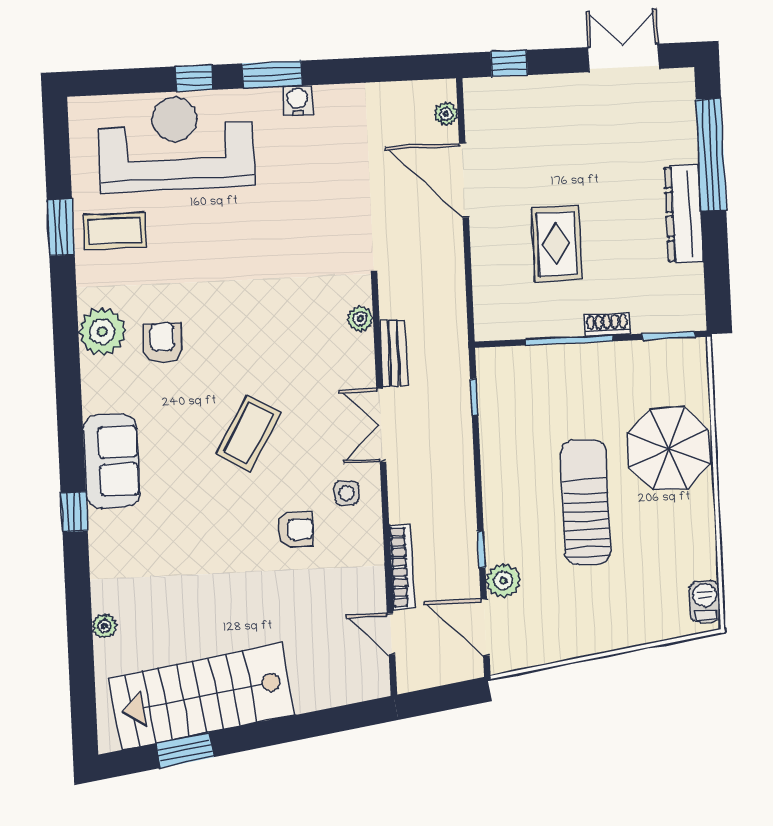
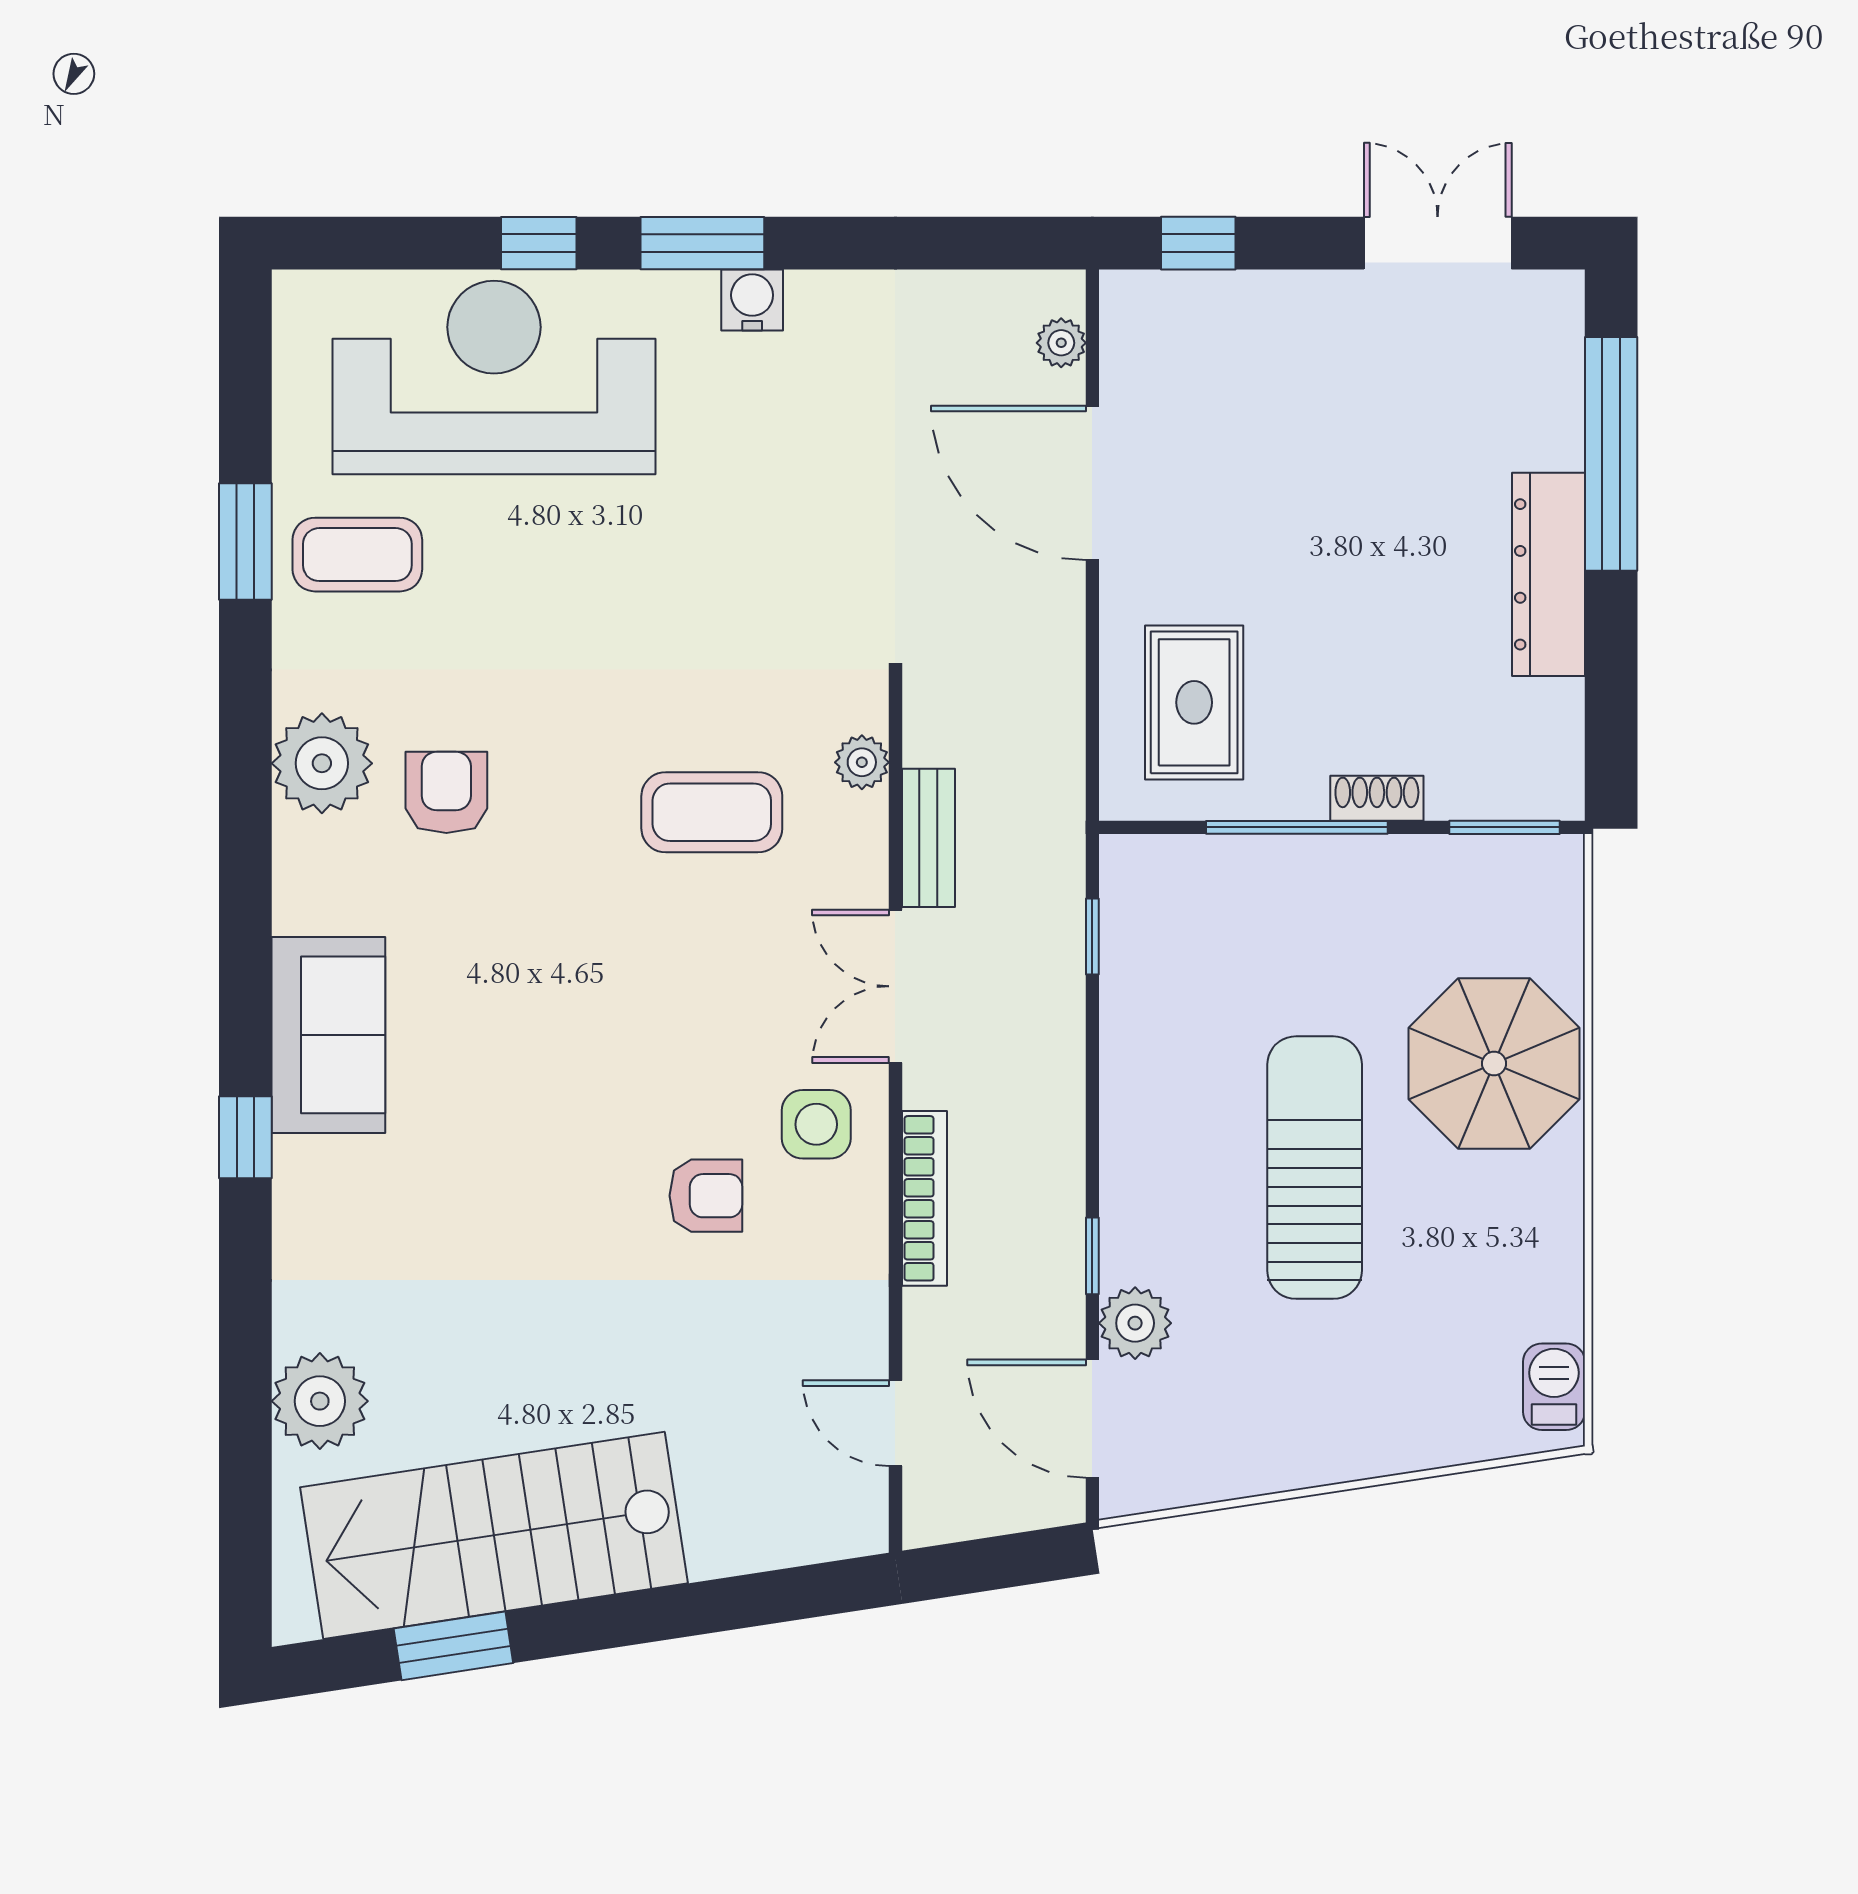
rug: (557, 244) -> (1194, 702), moved
coffee table: (248, 433) -> (712, 812), moved, turned 60
side table: (347, 493) -> (816, 1124), width x1.37, depth x1.37
bookcase: (402, 567) -> (924, 1198), moved
plant: (104, 626) -> (320, 1401), width x1.88, depth x1.88

